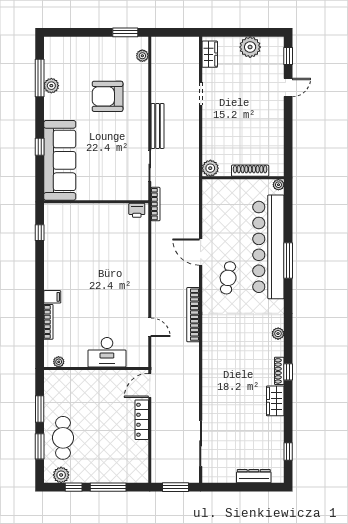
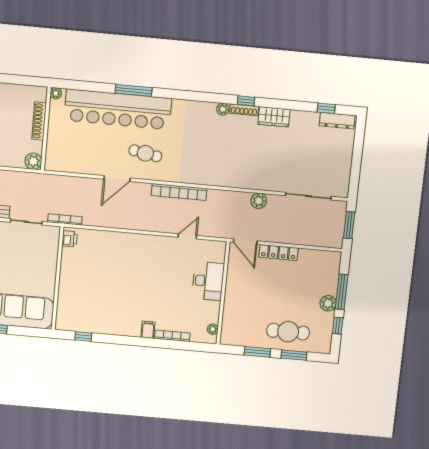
plant: (278, 334) -> (223, 109), moved
plant: (191, 395) -> (259, 201), added
plant: (61, 475) -> (328, 303), moved
dresser: (254, 476) -> (337, 121), moved, turned -90

